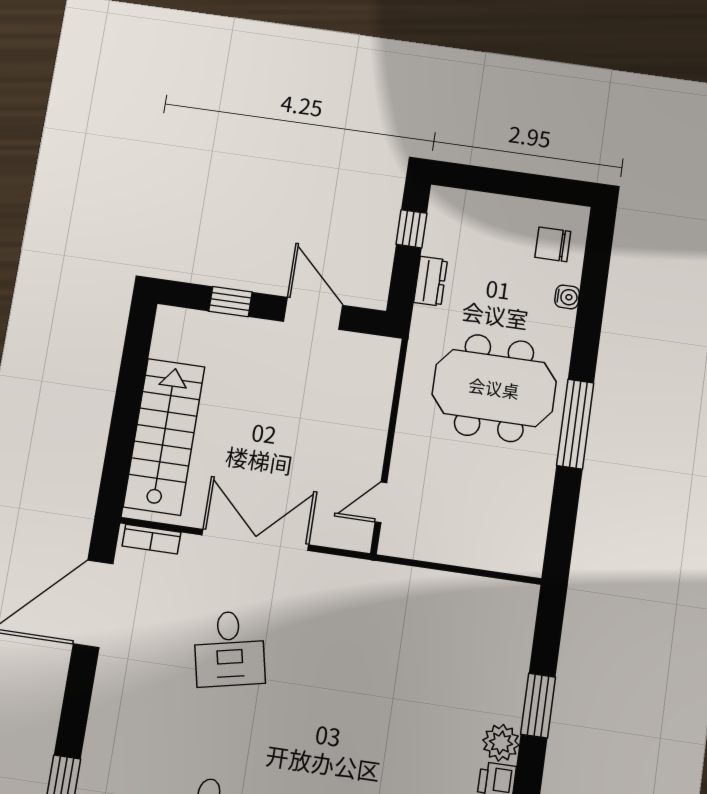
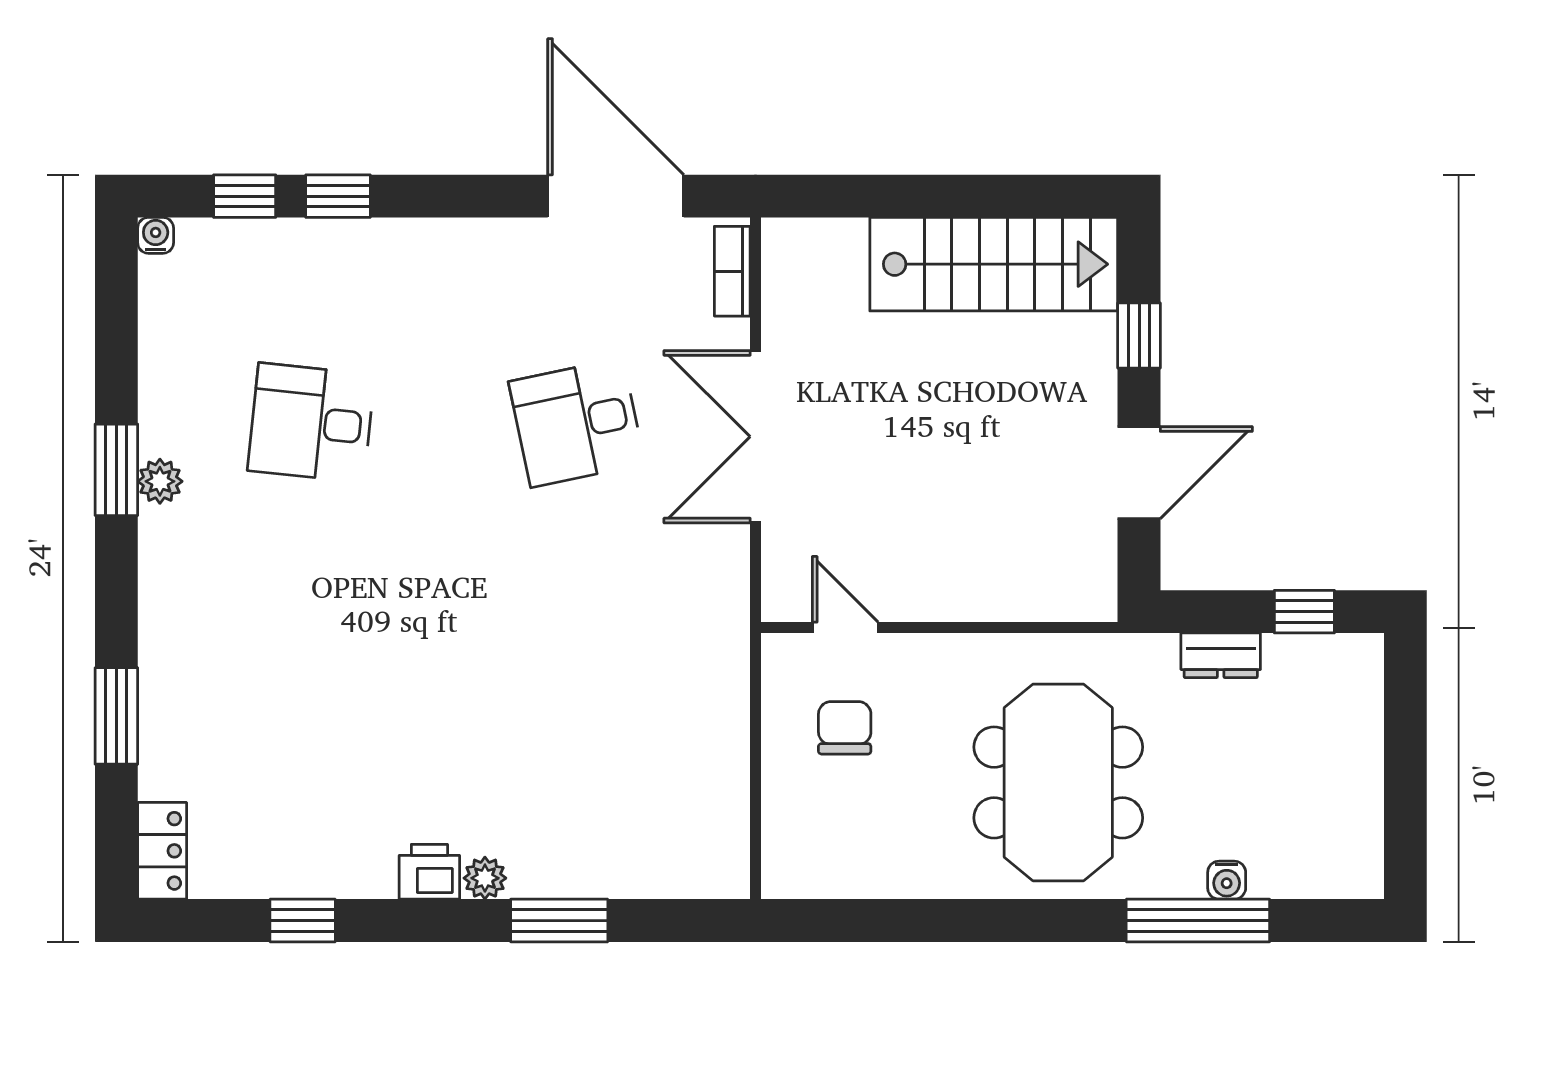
chair: (553, 244) -> (845, 728), moved
window: (575, 424) -> (1198, 921), moved
stairs: (164, 437) -> (994, 264), moved
double door: (255, 540) -> (756, 437), swing flipped
plant: (501, 743) -> (485, 878), width x0.73, depth x0.73

